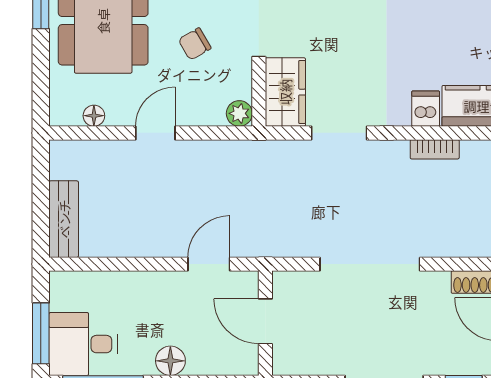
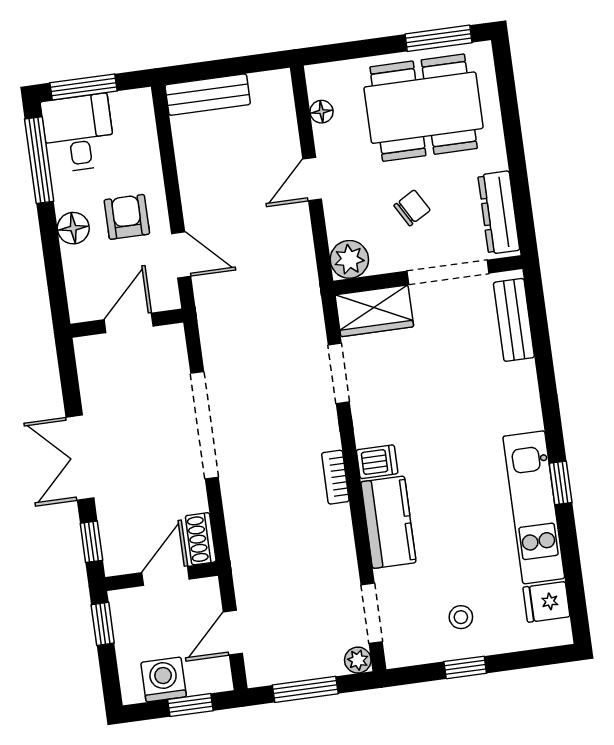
chair: (195, 44) -> (412, 208), turned 90
plant: (239, 113) -> (349, 259), width x1.38, depth x1.38
door: (155, 133) -> (312, 179), swing flipped
armchair: (167, 310) -> (127, 217), added

